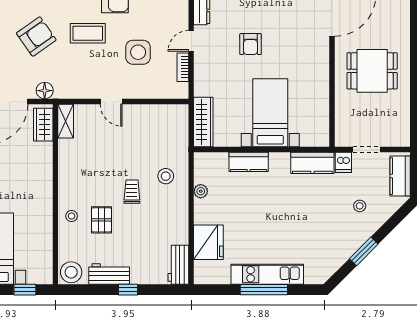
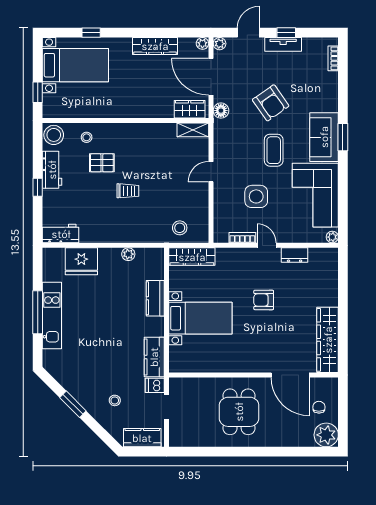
stool: (166, 176) -> (180, 228), moved
stool: (72, 216) -> (87, 137), moved

